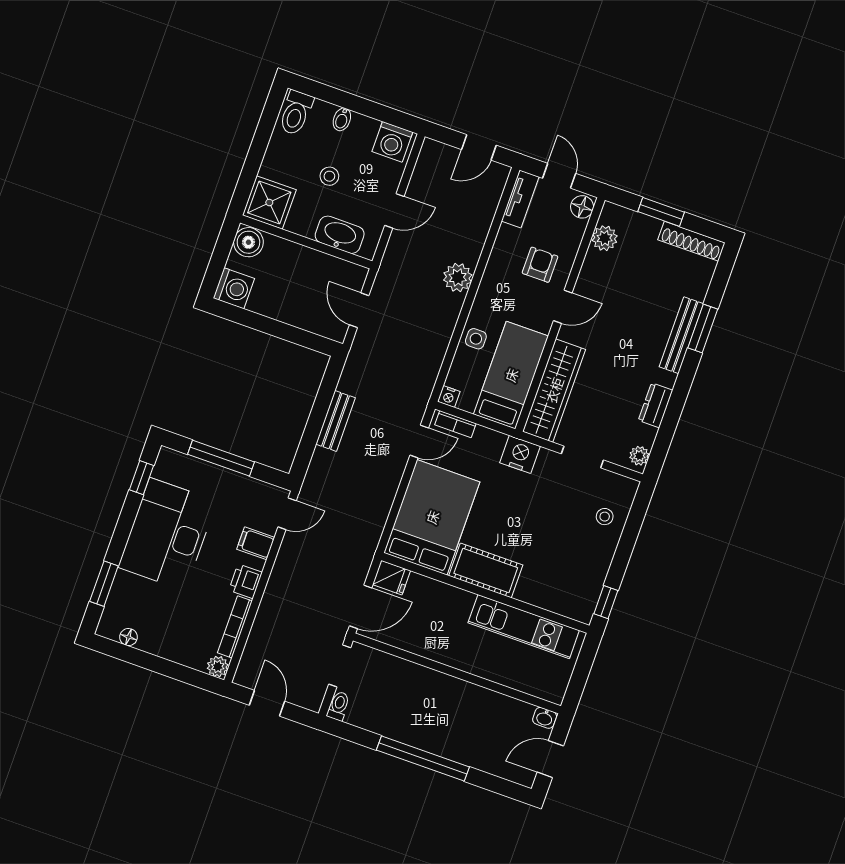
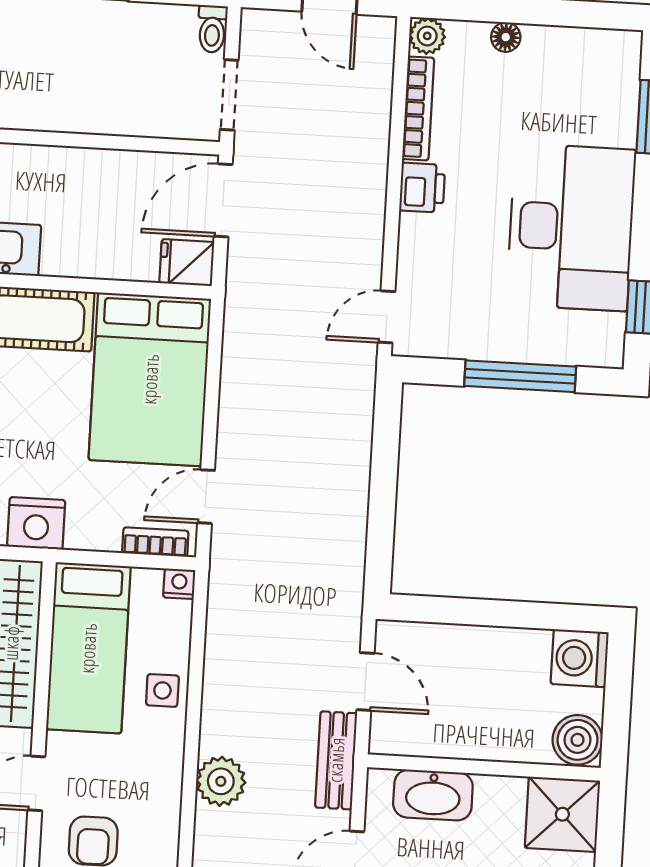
bench: (336, 421) -> (336, 760), moved
filing cabinet: (256, 543) -> (424, 254), removed
floor lamp: (129, 637) -> (506, 37), moved

